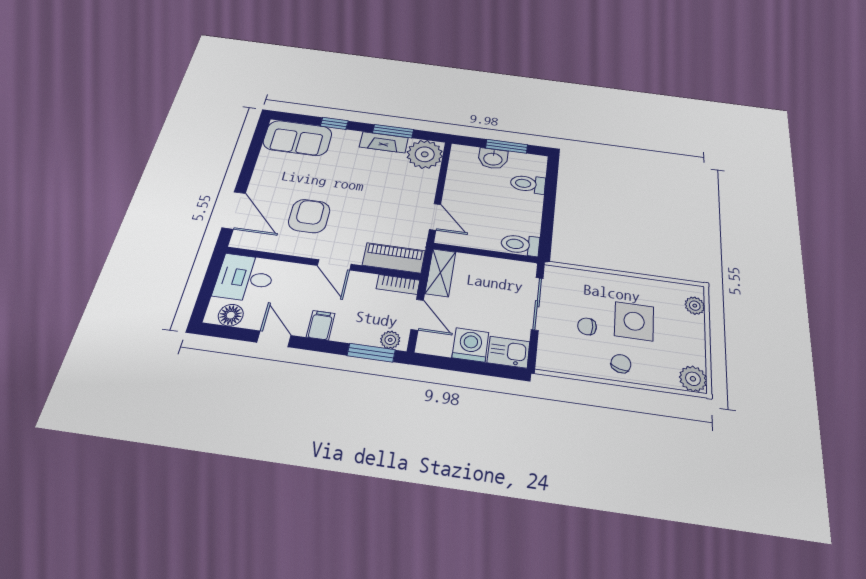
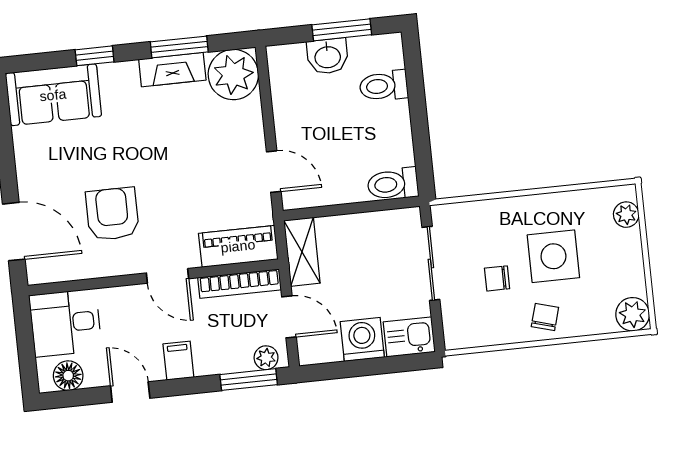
bookcase: (398, 284) -> (239, 284), width x1.56

